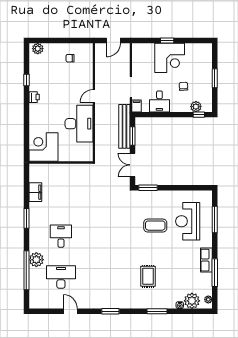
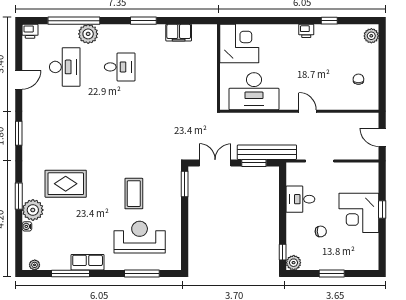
filing cabinet: (137, 106) -> (294, 168), removed
plant: (196, 107) -> (294, 263), moved
desk: (79, 124) -> (254, 91), moved
rug: (148, 276) -> (66, 184), width x1.36, depth x1.43
plant: (192, 301) -> (33, 210), moved
printer: (34, 303) -> (30, 31), added

